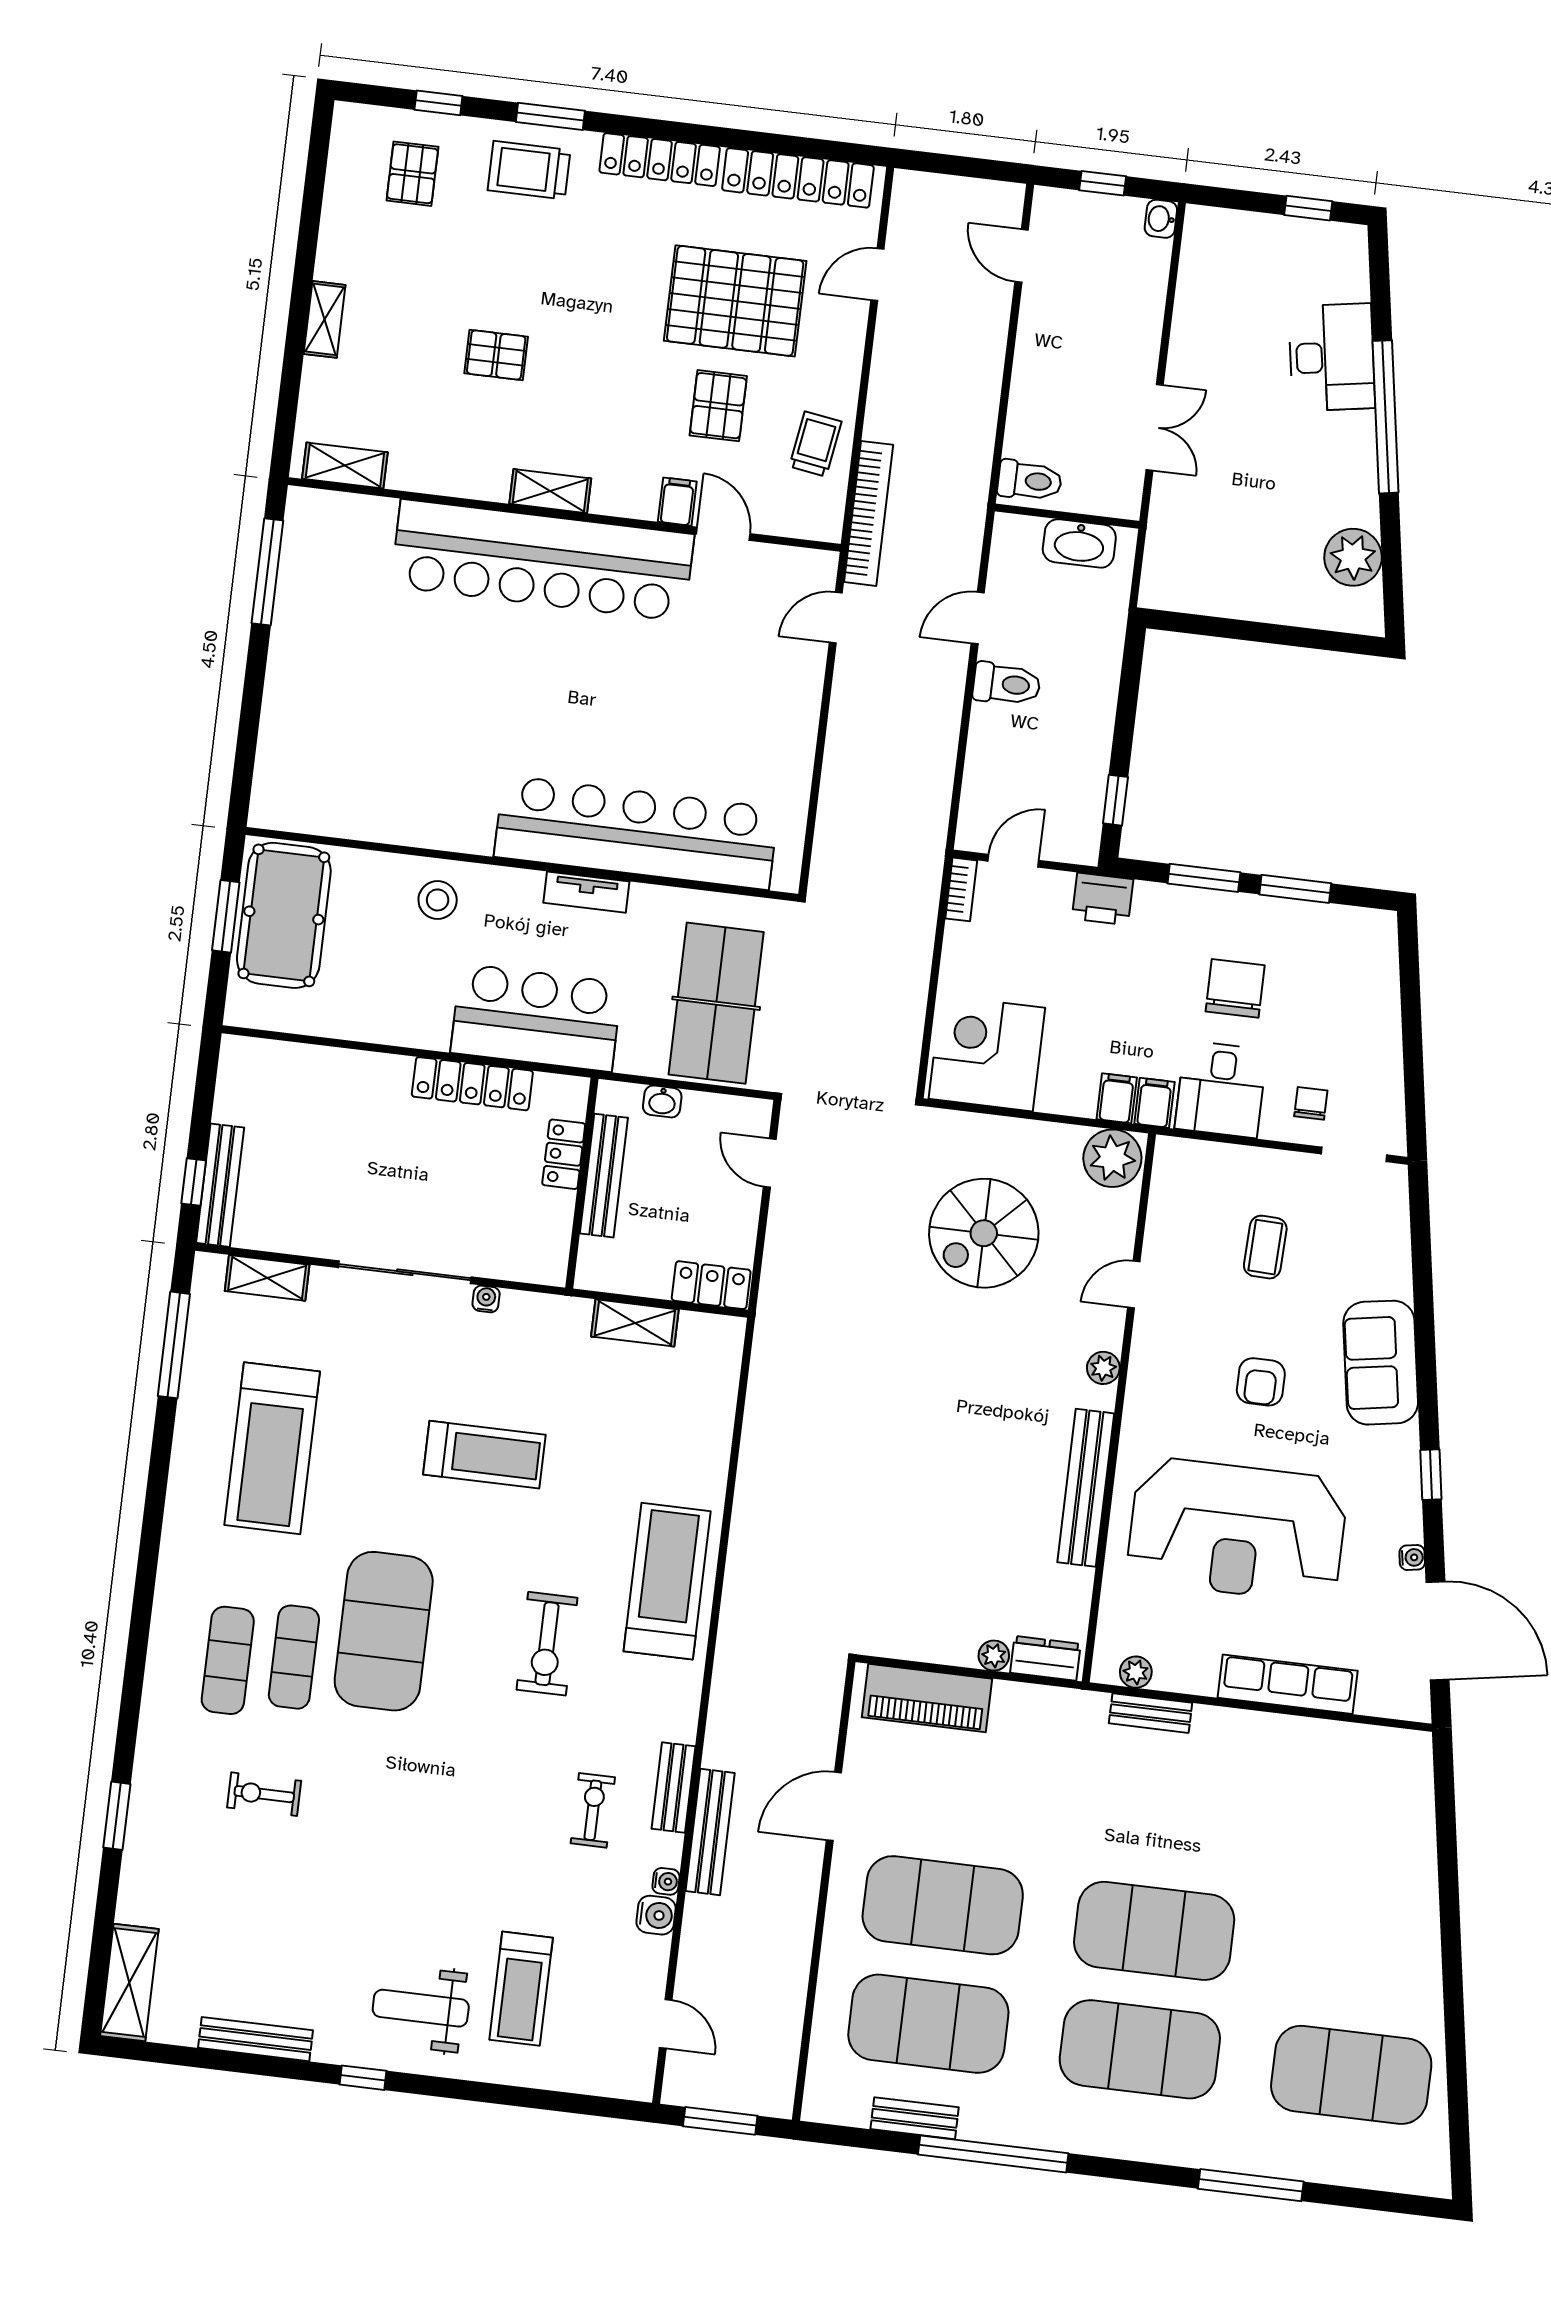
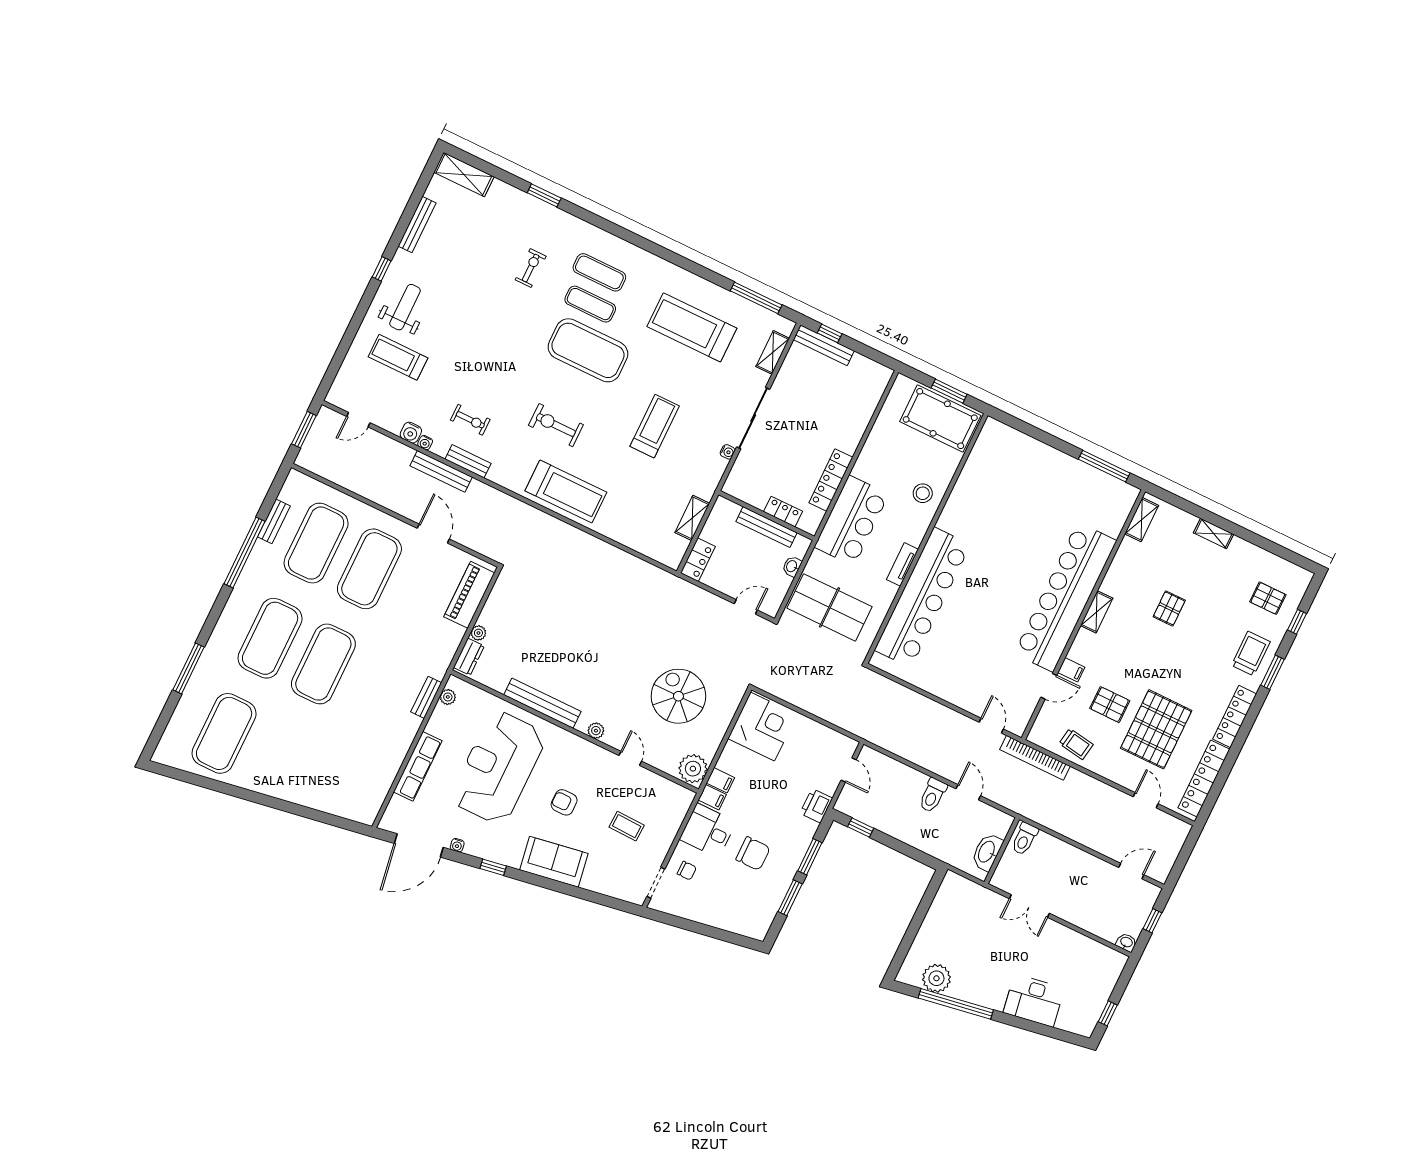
window: (1385, 417) -> (956, 1004), moved
bookcase: (961, 889) -> (843, 741), removed
treadmill: (484, 1455) -> (655, 426), turned 180

